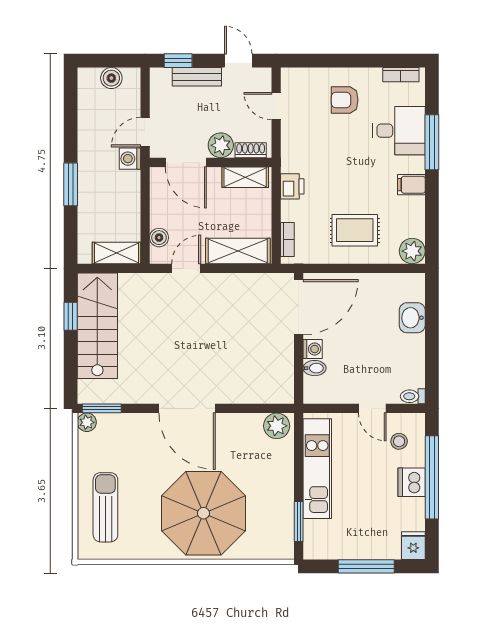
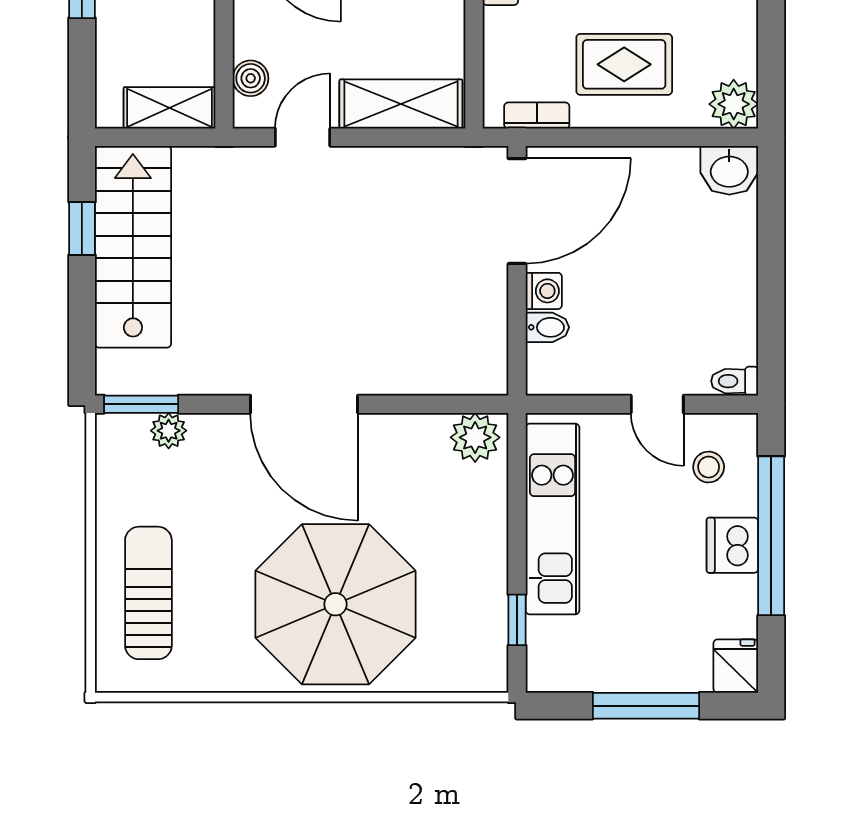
bookcase: (287, 239) -> (537, 116), moved, turned -90
washbasin: (412, 318) -> (729, 170), moved, turned -90
plant: (87, 422) -> (169, 431), moved
window: (299, 521) -> (517, 620), width x0.67

